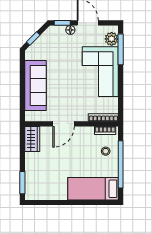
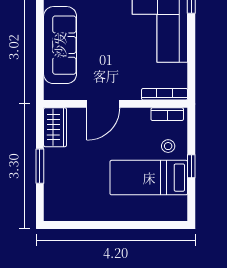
window: (121, 164) -> (191, 166), width x0.32
window: (22, 183) -> (40, 166), moved
bed: (93, 189) -> (149, 178), moved

